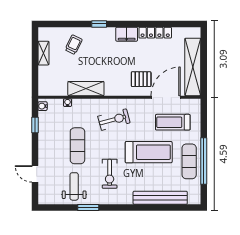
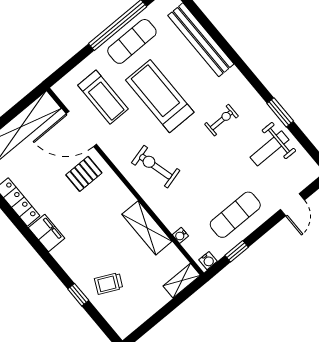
window: (99, 24) -> (78, 295), moved
shelving: (43, 53) -> (182, 281), moved
pallet: (141, 79) -> (84, 174), turned 90
exercise mat: (77, 146) -> (235, 215), moved
exercise bike: (110, 174) -> (222, 120), width x0.73, depth x0.72

